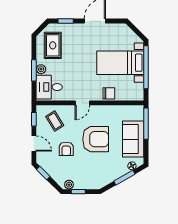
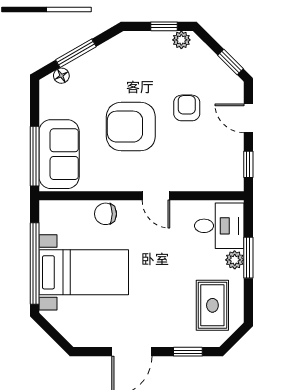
door: (82, 103) -> (156, 196), swing flipped
coffee table: (55, 121) -> (209, 161), removed
sofa: (133, 139) -> (59, 154), moved

